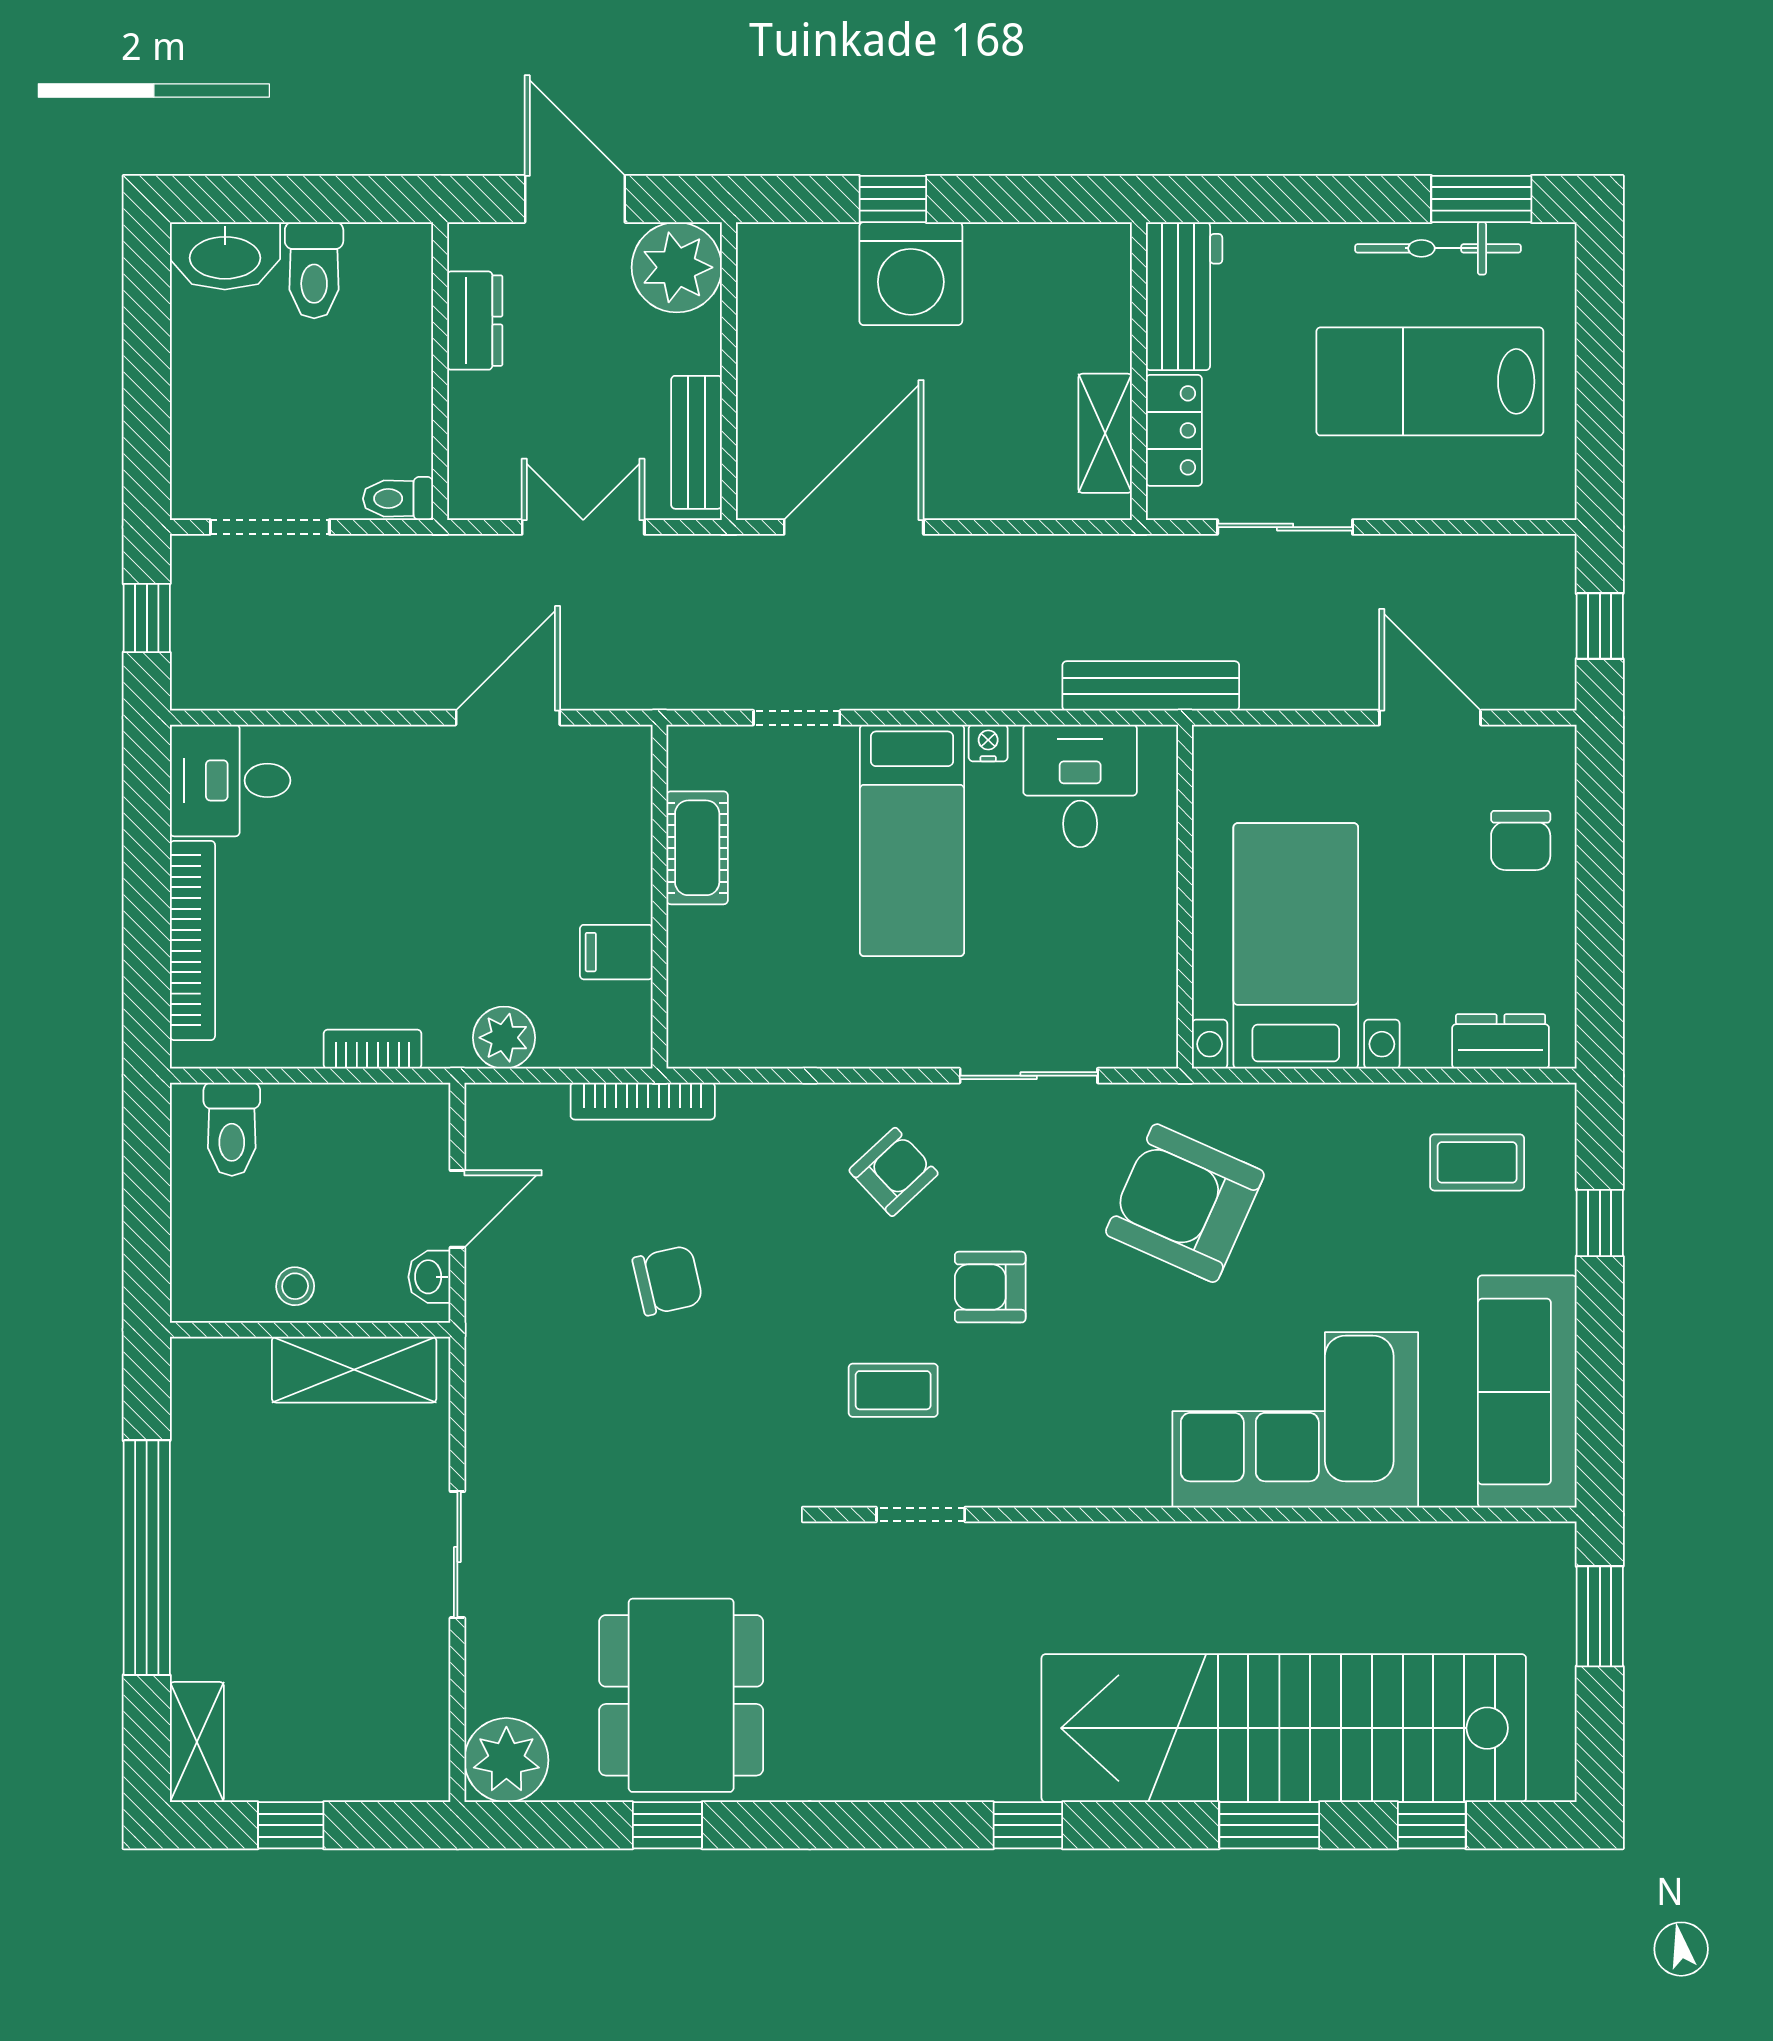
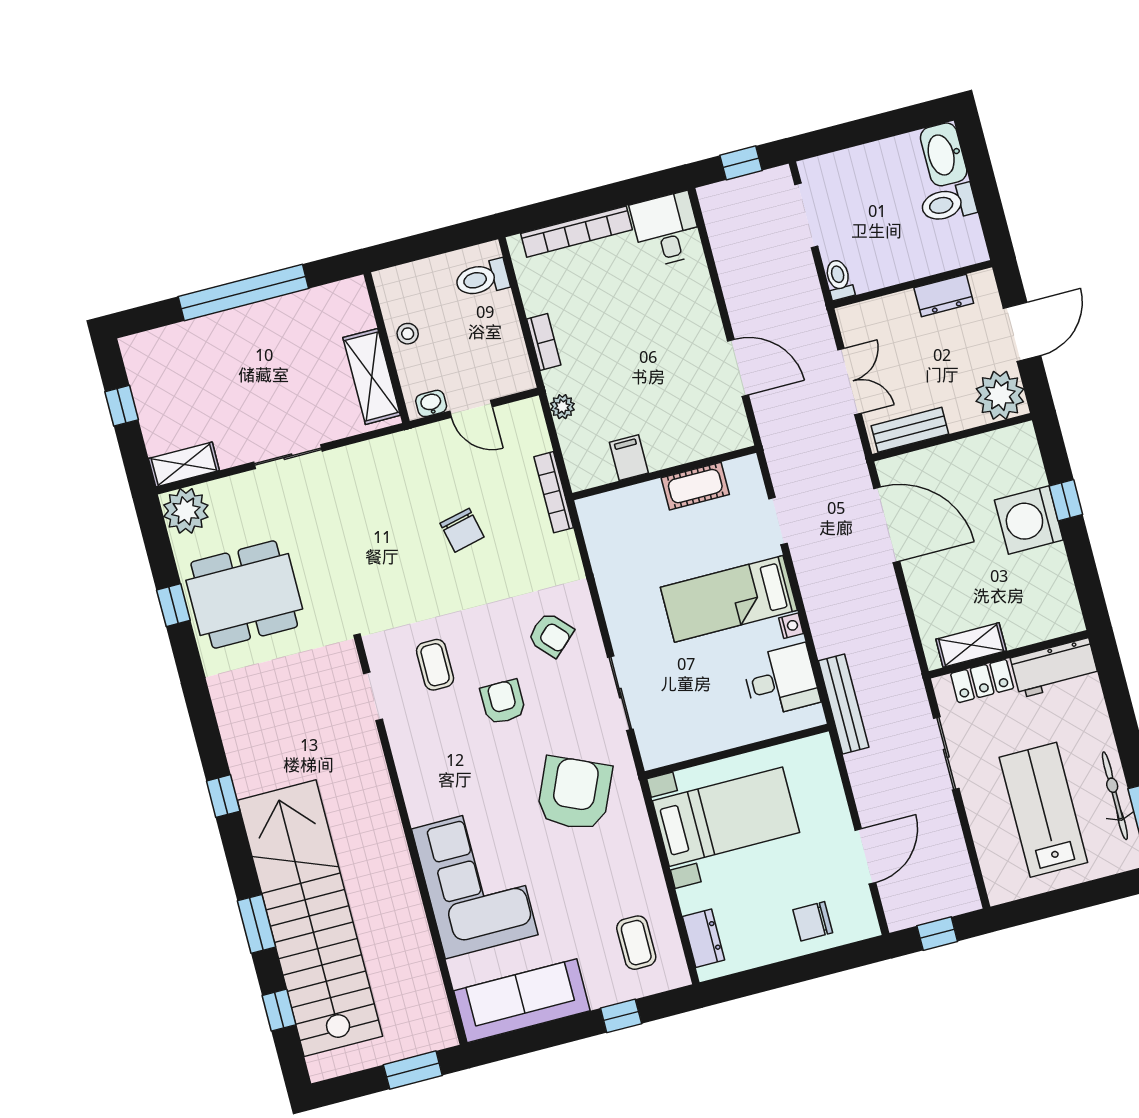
plant: (504, 1038) -> (562, 407), width x0.73, depth x0.73
shelving: (197, 1742) -> (184, 465), moved

